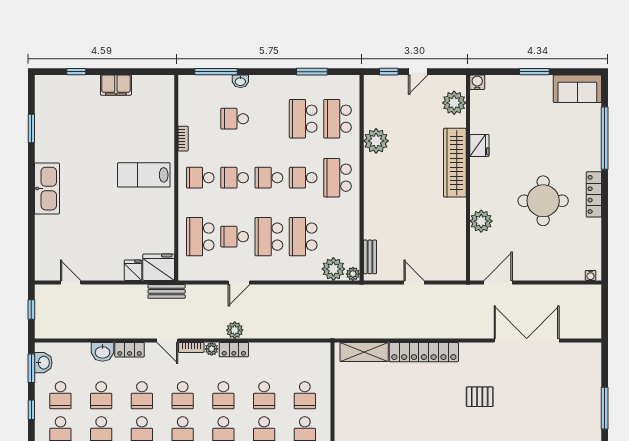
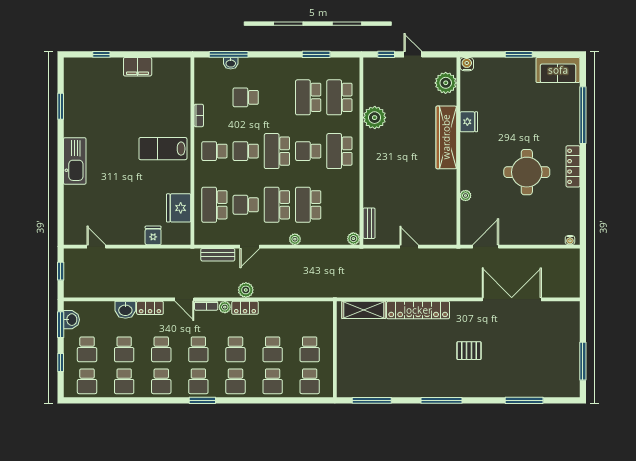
door: (418, 72) -> (413, 54), swing flipped
washbasin: (240, 81) -> (231, 63), moved
school desk: (269, 178) -> (277, 151), width x1.85
plant: (481, 221) -> (466, 196), width x0.53, depth x0.53
fridge: (159, 267) -> (179, 208), moved, turned -90
plant: (333, 269) -> (295, 239), moved, width x0.53, depth x0.53
bench: (167, 291) -> (218, 255), moved

